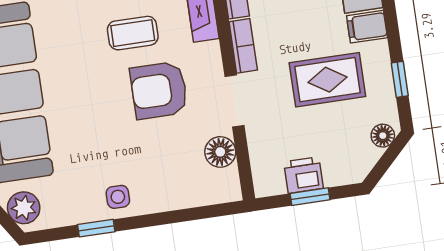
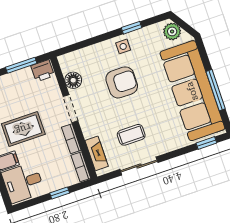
armchair: (159, 90) -> (122, 82), moved
printer: (303, 175) -> (43, 71), moved
window: (310, 197) -> (21, 65), width x1.50

